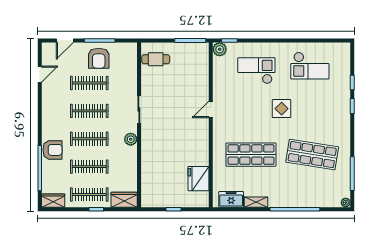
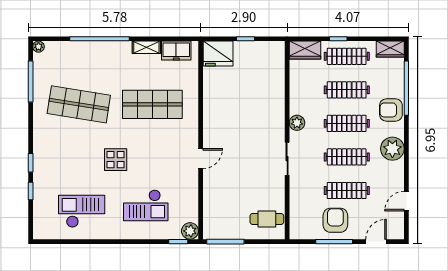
plant: (51, 118) -> (392, 149), added
fridge: (199, 179) -> (218, 54), moved, turned 90

